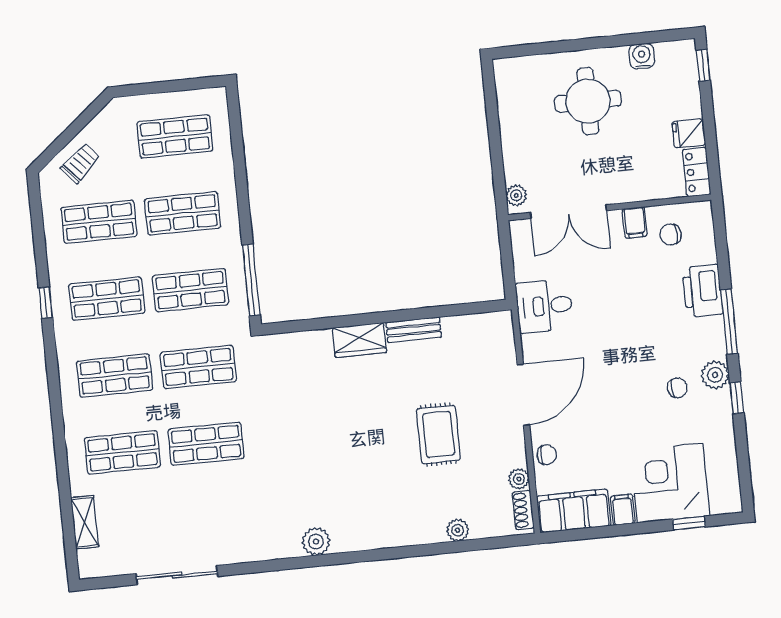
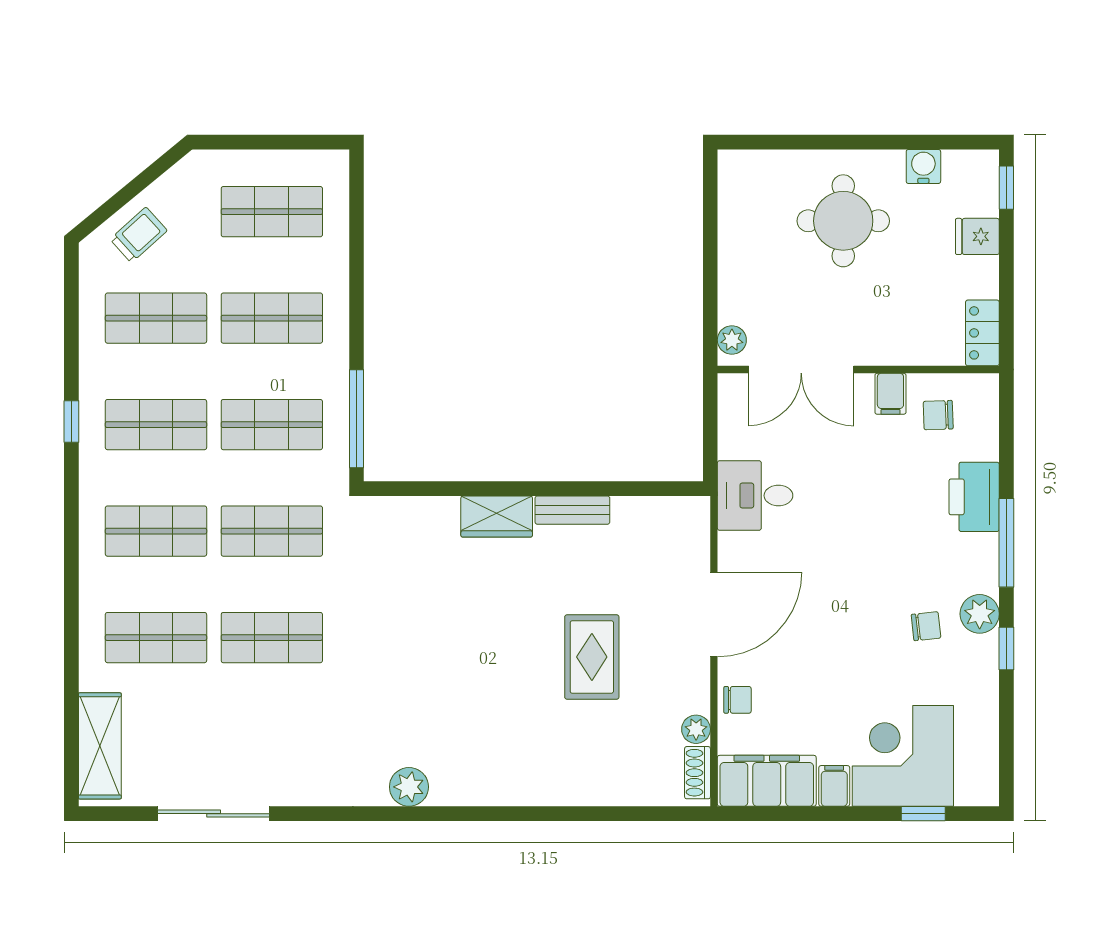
fridge: (689, 133) -> (977, 236), moved
shelving: (85, 522) -> (100, 746), width x1.50, depth x1.33
plant: (458, 530) -> (605, 791), removed

